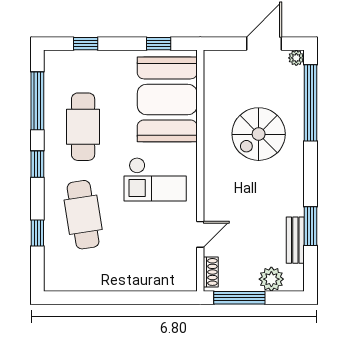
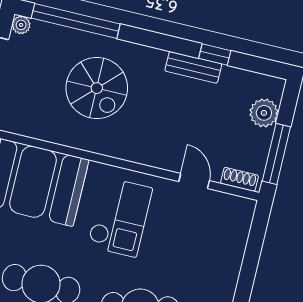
window: (310, 226) -> (215, 54), width x0.67
bench: (295, 240) -> (193, 67), moved

